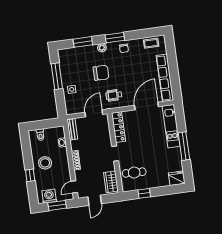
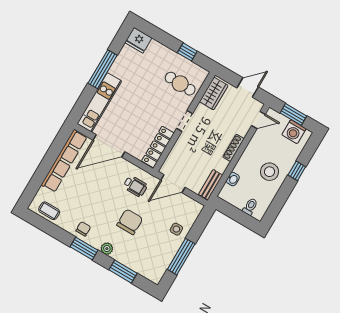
chair: (101, 73) -> (130, 222), turned 90

